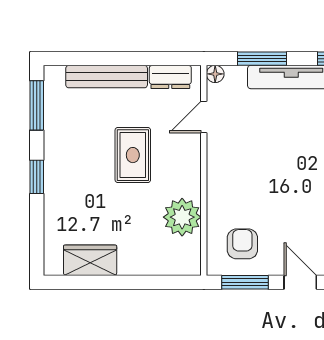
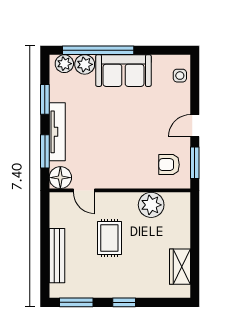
floor lamp: (215, 74) -> (60, 178), width x1.89, depth x1.89
dresser: (170, 77) -> (57, 213), removed
rug: (133, 155) -> (109, 238), turned 90

